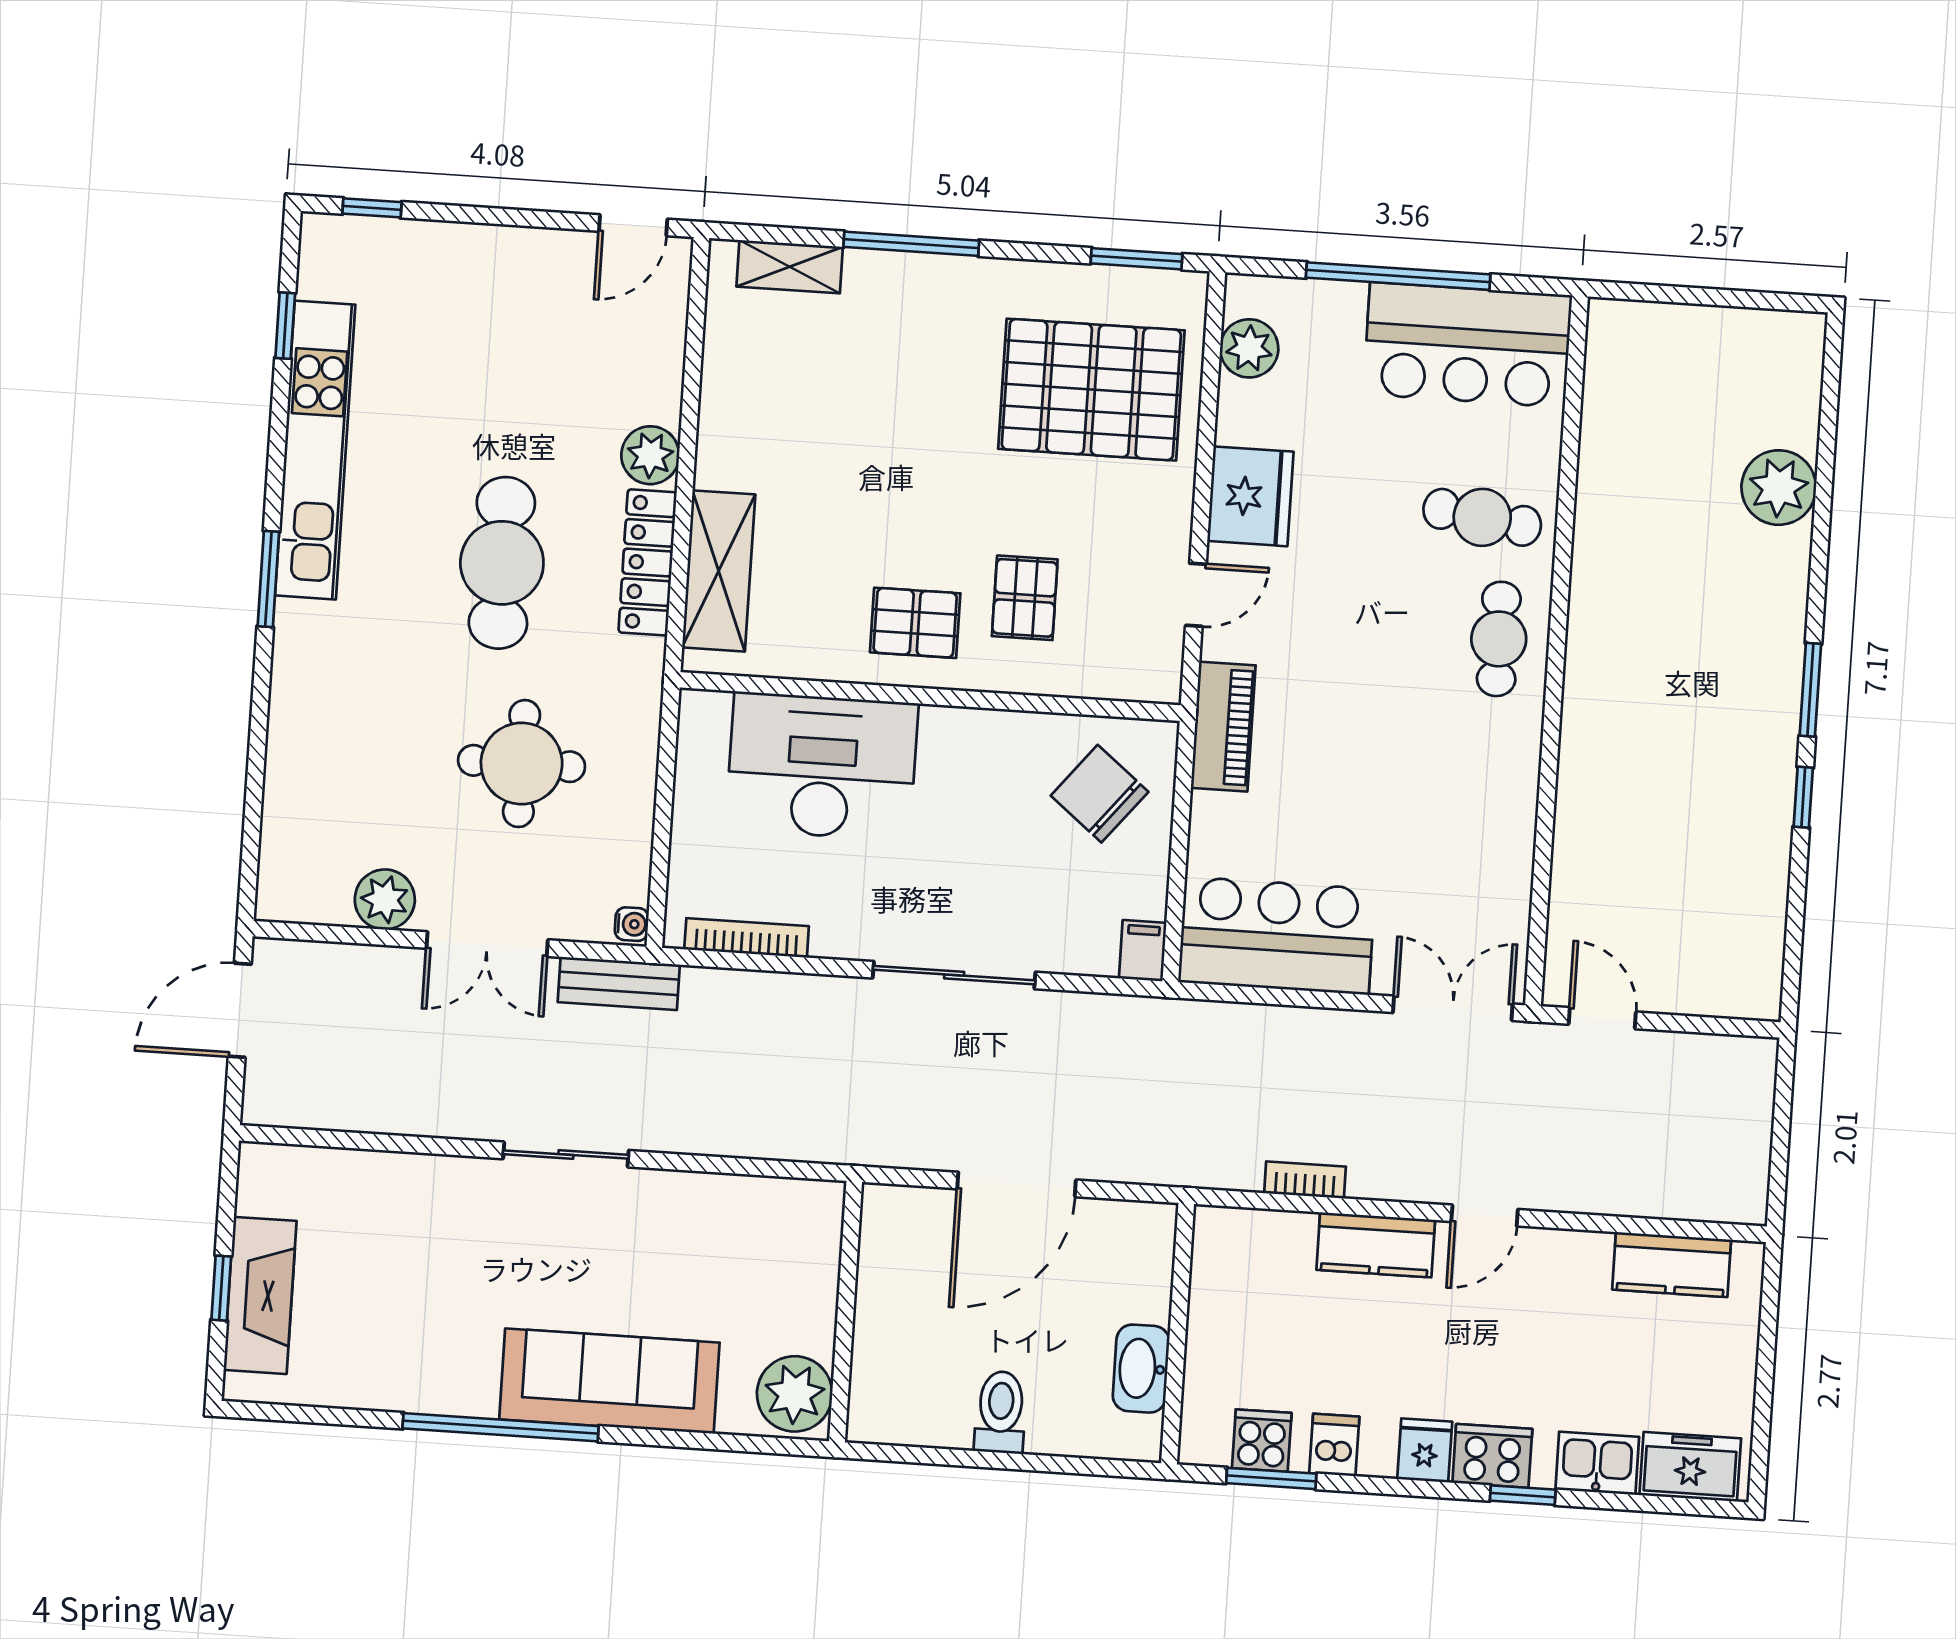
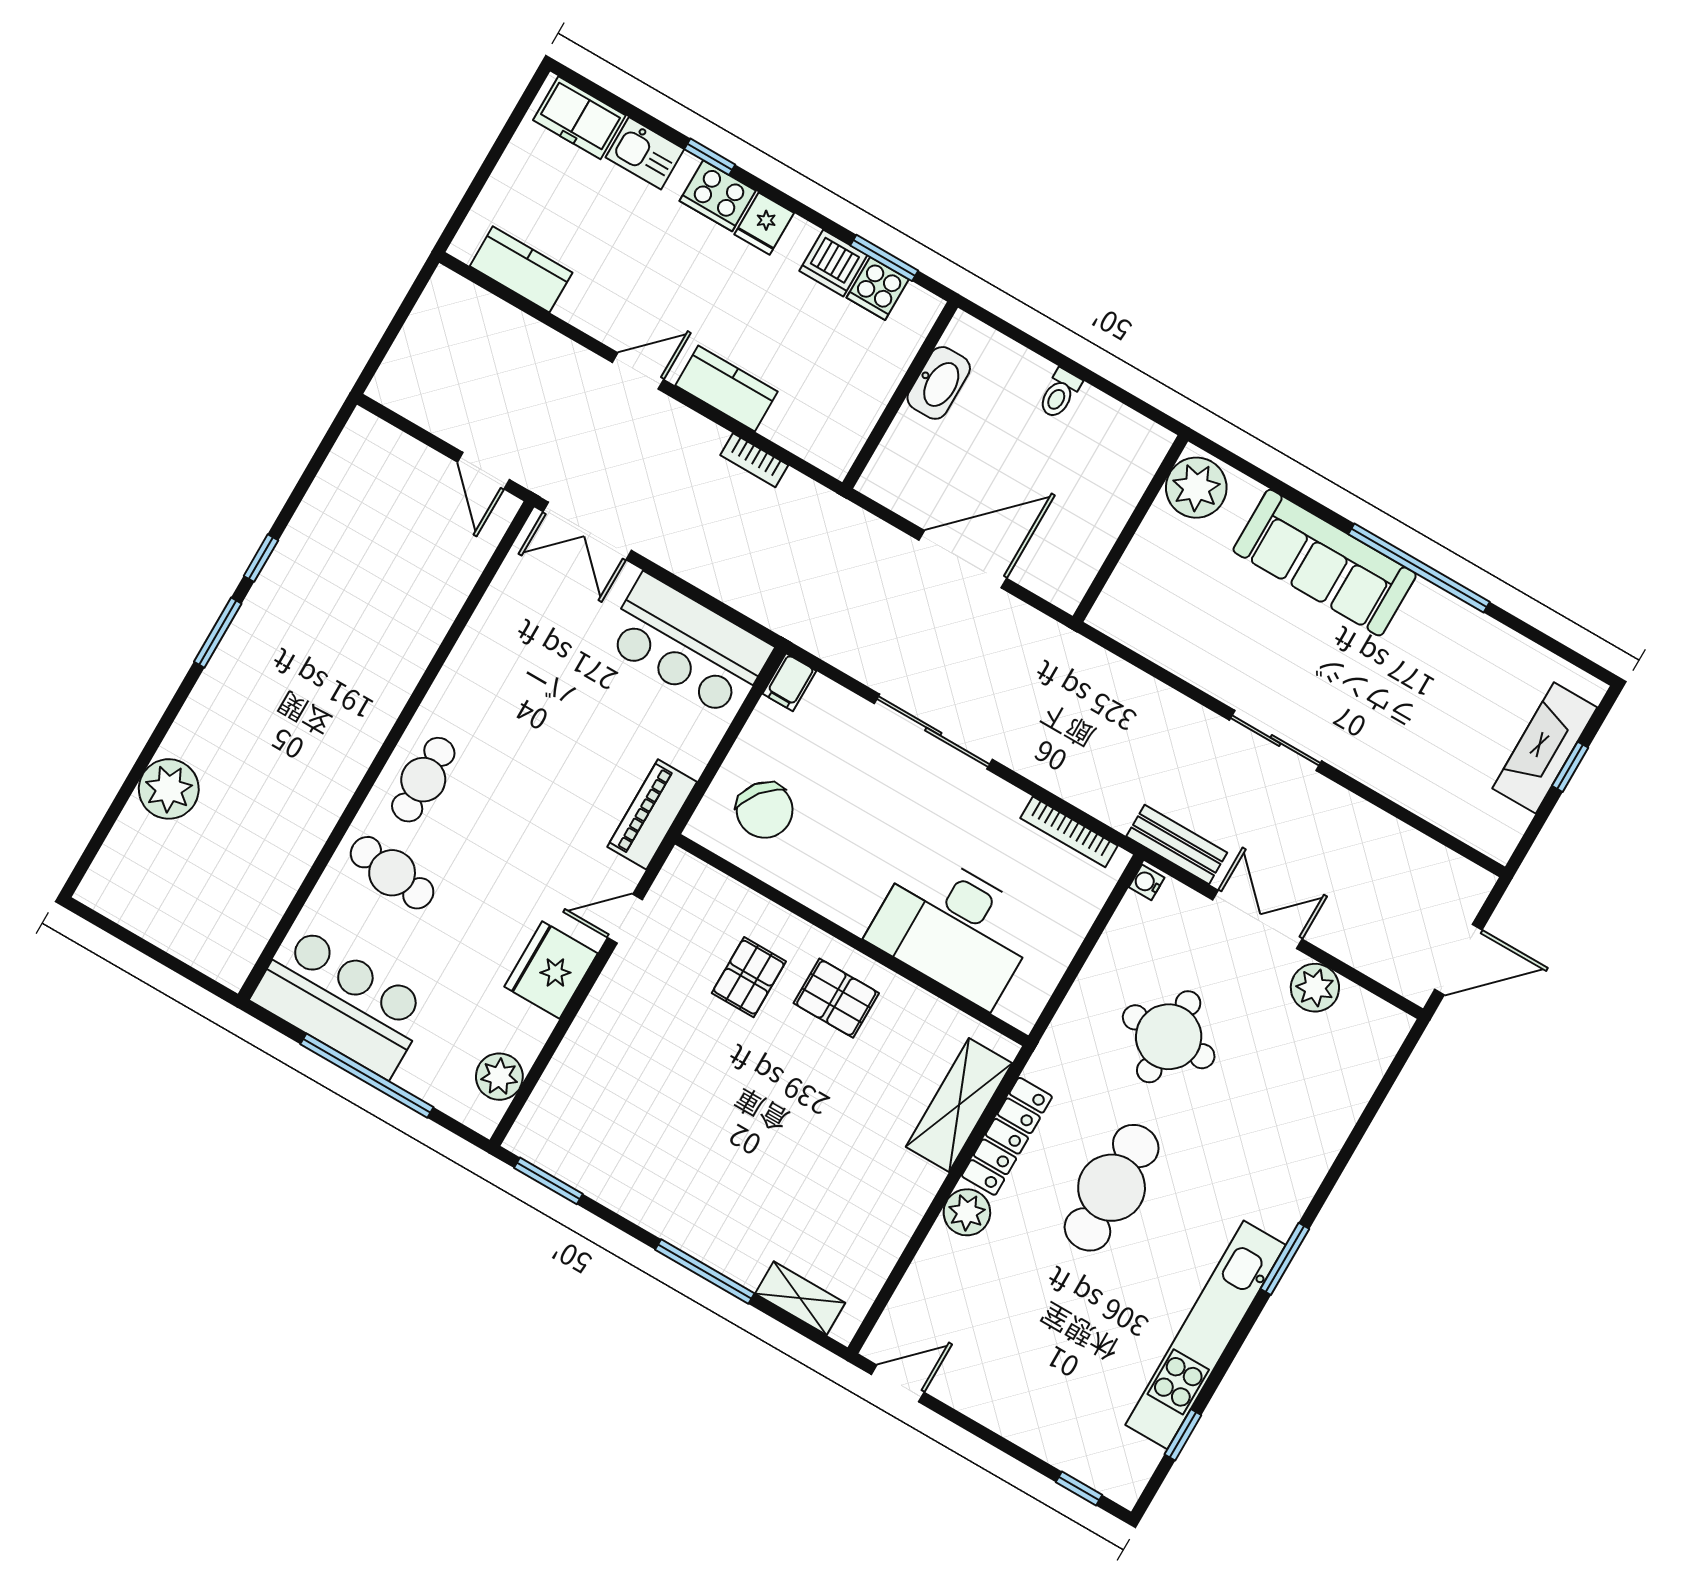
pallet: (1091, 390) -> (627, 1103), removed
toilet: (1000, 1412) -> (1060, 394), width x0.73, depth x0.72
dishwasher: (1334, 1445) -> (833, 263), width x1.38

